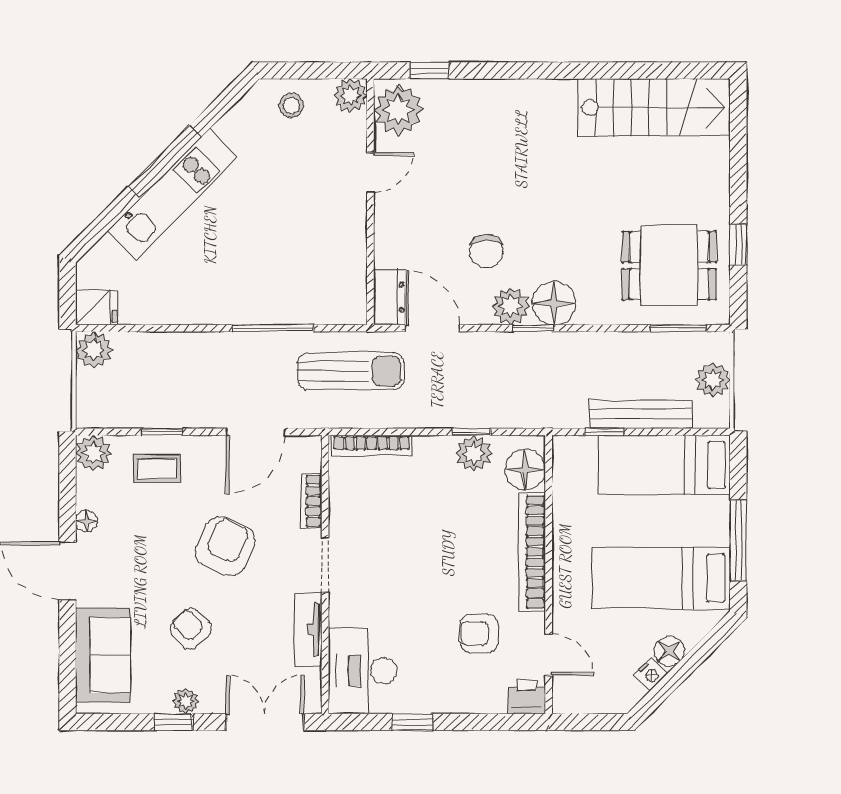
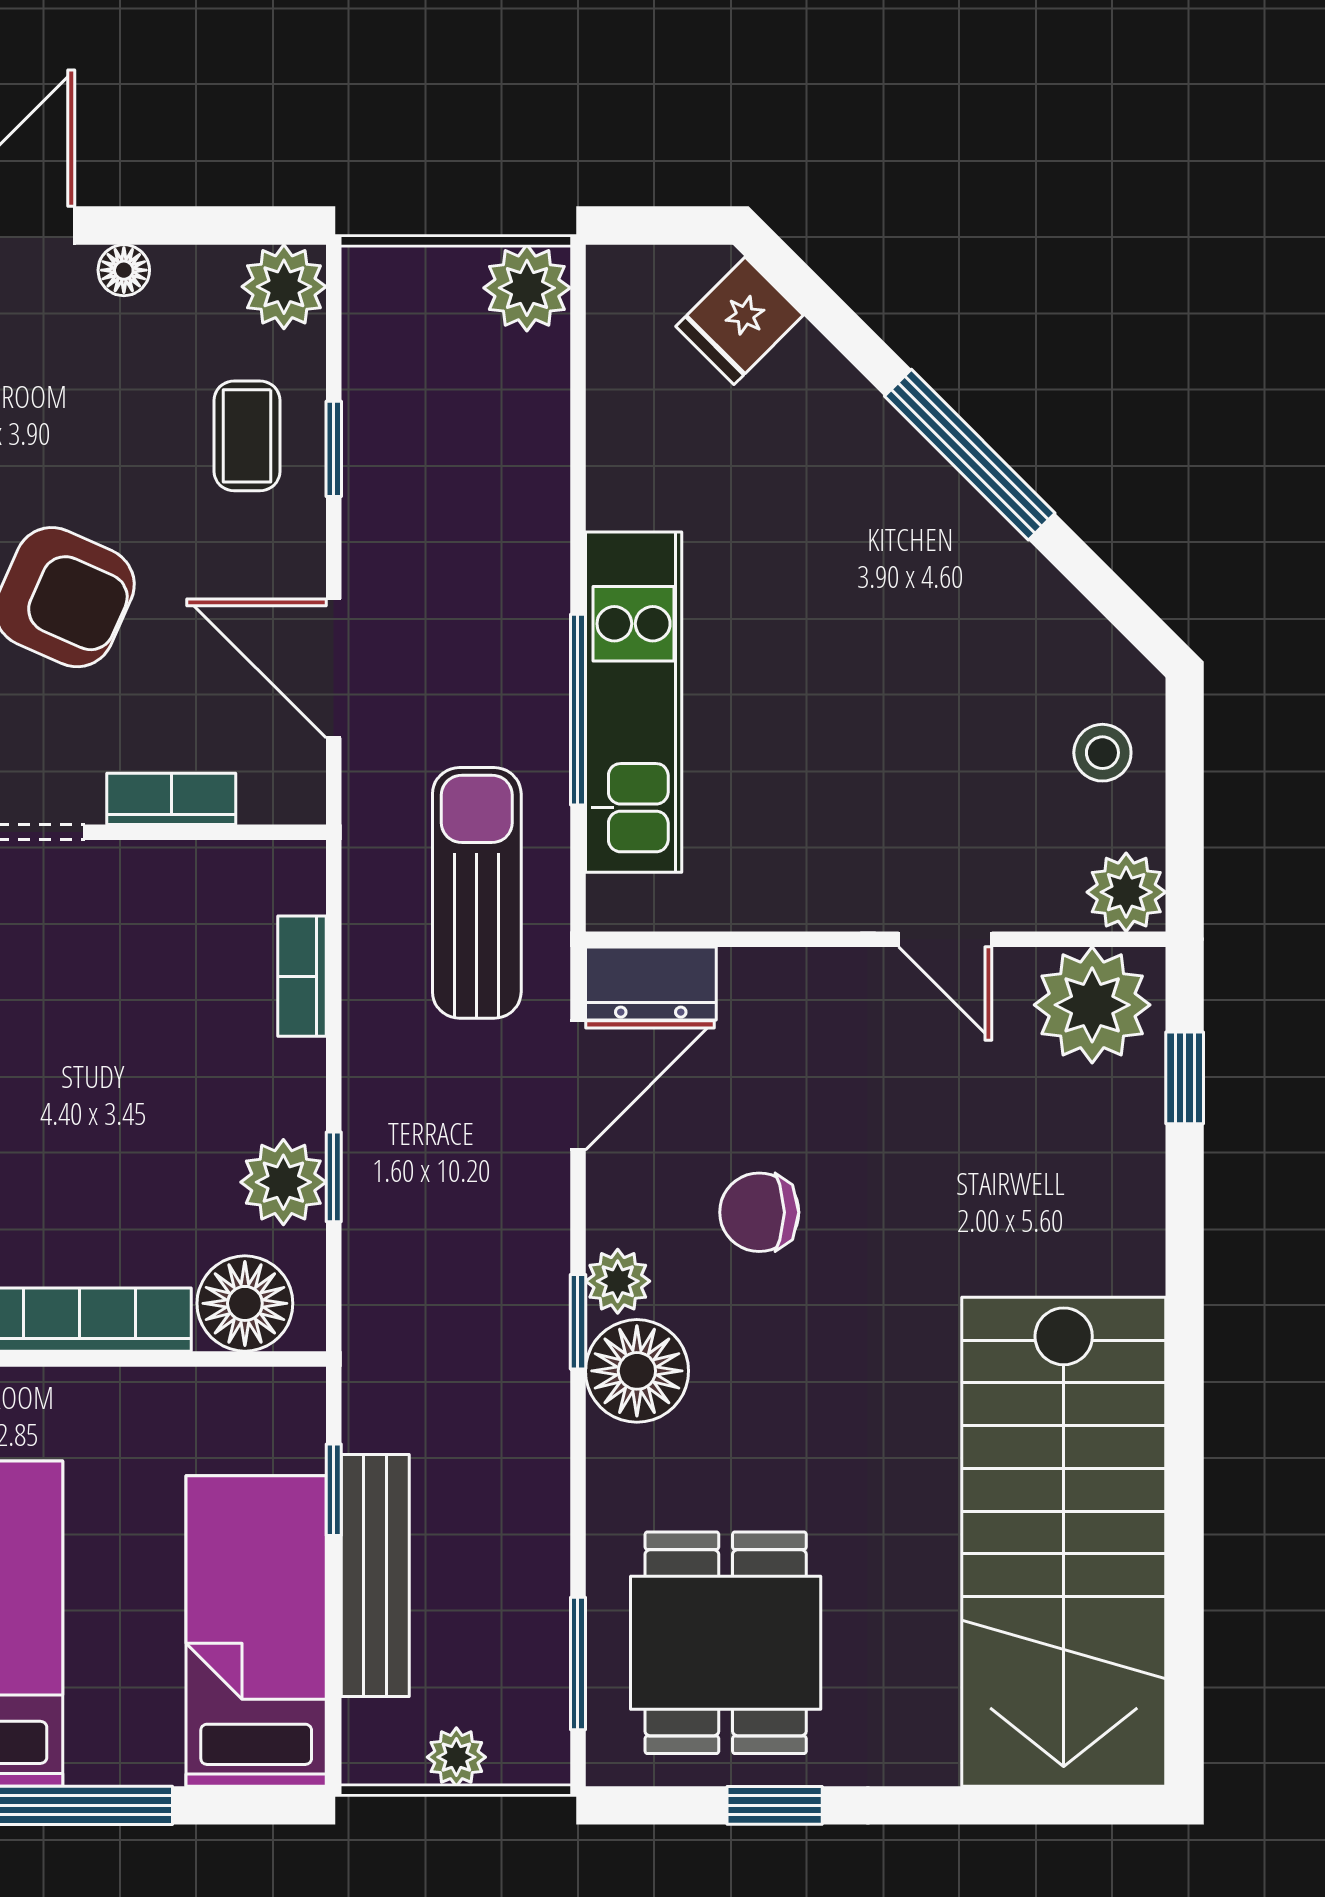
stairs: (654, 107) -> (1064, 1542), width x1.36, depth x1.51
kitchen unit: (173, 194) -> (634, 702), moved, turned -135
plant: (511, 306) -> (618, 1281), width x0.73, depth x0.73
fridge: (96, 307) -> (739, 321), moved, turned 45
sun lounger: (351, 371) -> (477, 893), turned 180
plant: (713, 380) -> (456, 1757), width x0.73, depth x0.73
bookcase: (372, 445) -> (302, 976), width x0.64

